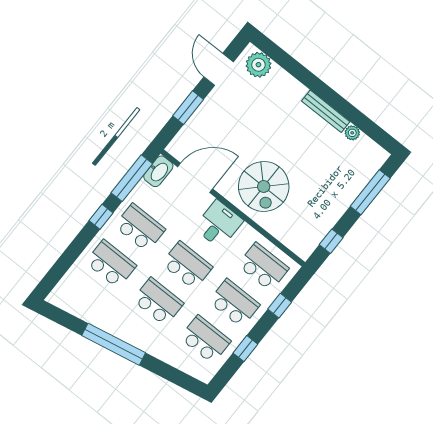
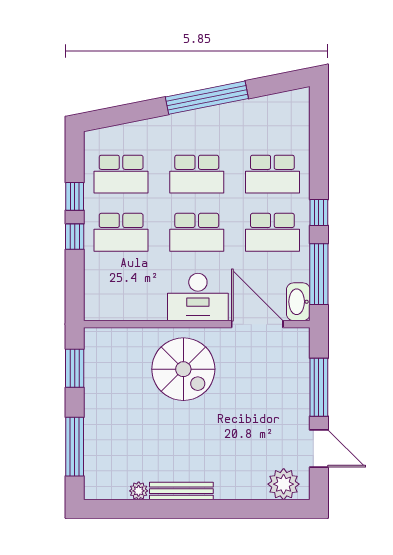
window: (188, 108) -> (319, 387), width x1.44
door: (195, 178) -> (257, 324), swing flipped
spiral stairs: (264, 186) -> (183, 369), turned 180
desk: (219, 224) -> (198, 297), width x1.37
window: (331, 241) -> (75, 368), width x1.50
school desk: (263, 267) -> (121, 290), removed
window: (280, 306) -> (75, 237), moved

